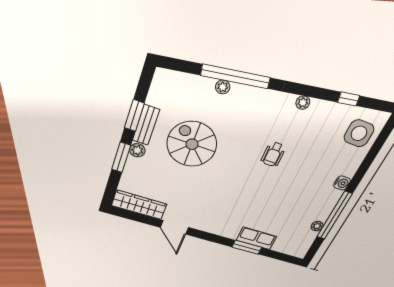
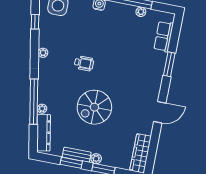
dresser: (186, 83) -> (44, 133), added
spiral stairs: (192, 144) -> (94, 107), moved
door: (174, 227) -> (160, 112), moved
row of seats: (256, 238) -> (164, 36), moved

